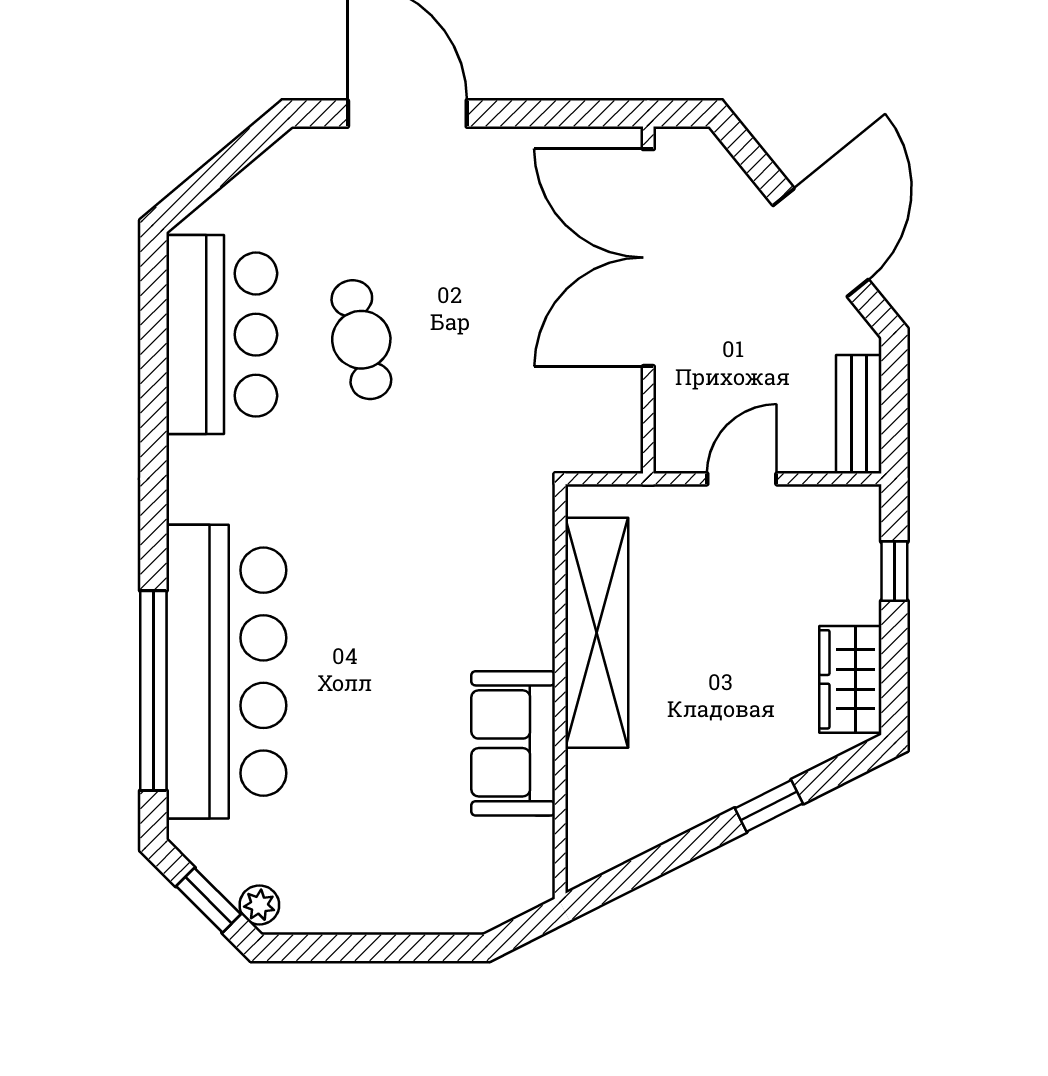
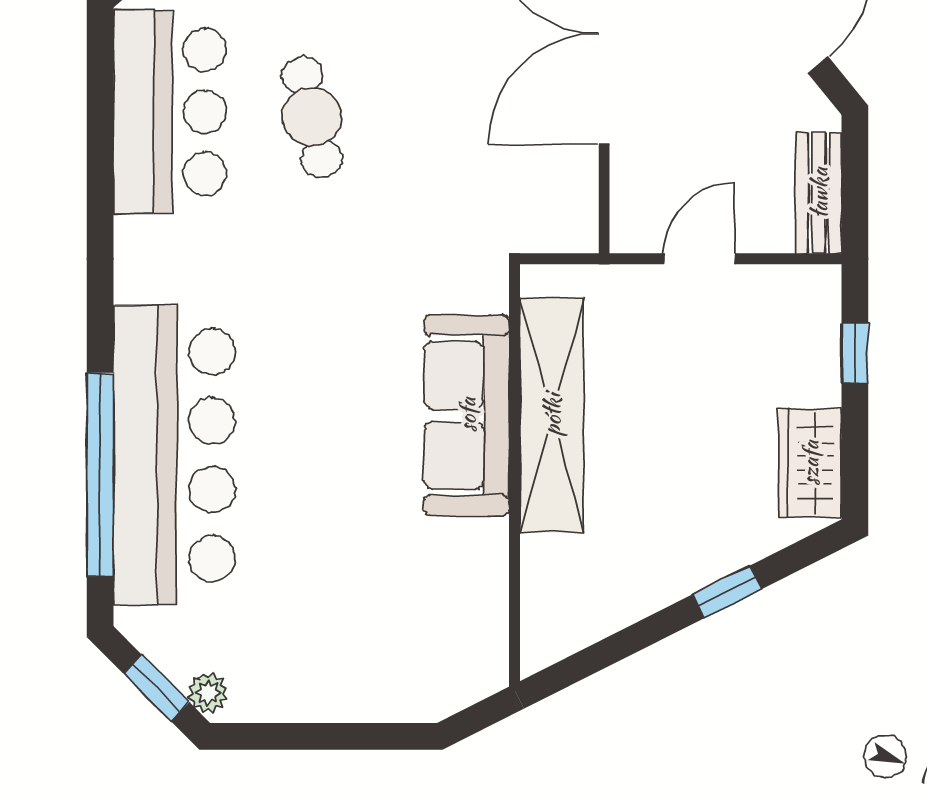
sofa: (513, 743) -> (467, 415), moved, width x1.36

